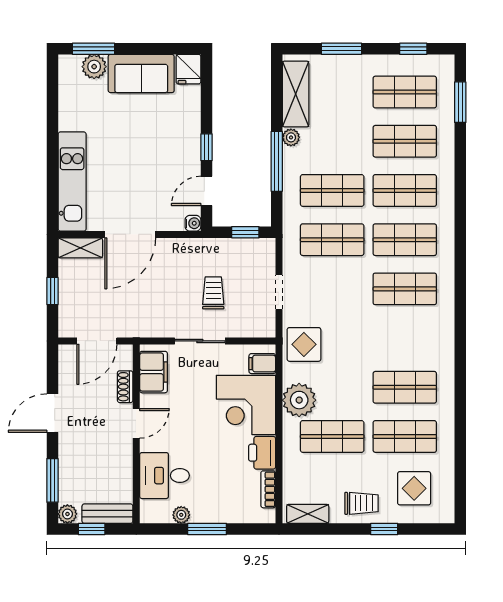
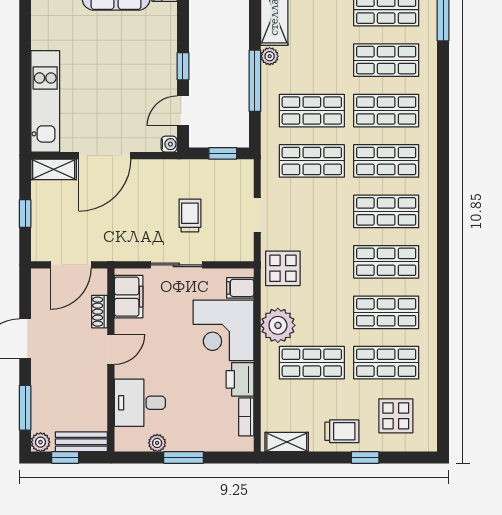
shop shelf: (405, 338) -> (386, 262), added

